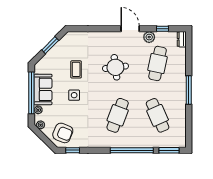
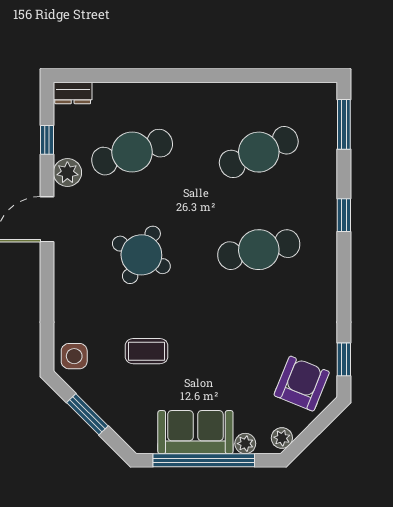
cafe table: (158, 63) -> (132, 152), turned -30
round table: (115, 67) -> (141, 255), turned 35
window: (189, 90) -> (197, 76), removed
side table: (74, 95) -> (74, 356), moved
cafe table: (118, 115) -> (259, 250), turned -33
window: (132, 150) -> (344, 215), width x0.32

